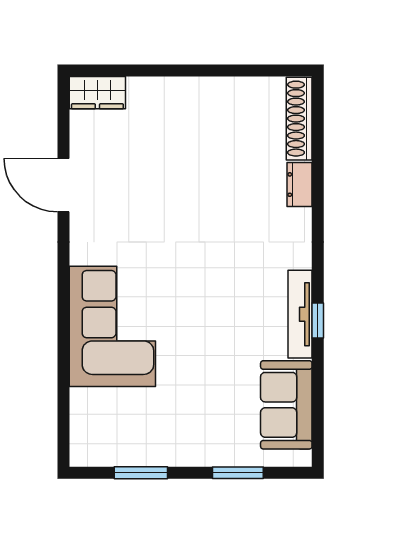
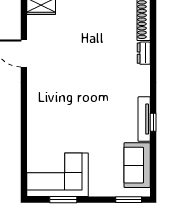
corner sofa: (112, 326) -> (57, 175), moved, turned -90
window: (238, 473) -> (129, 200), moved

